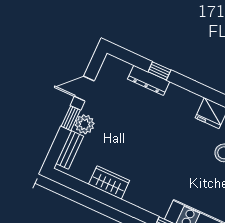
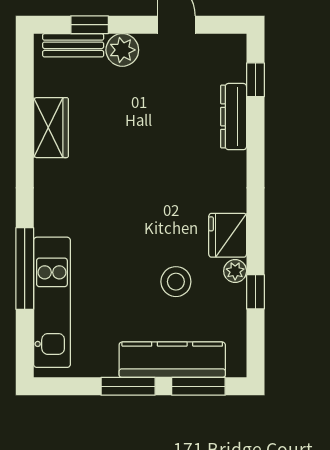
window: (159, 71) -> (255, 80), moved
window: (71, 118) -> (90, 25), moved

